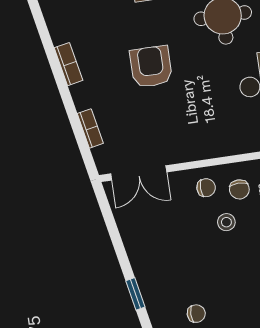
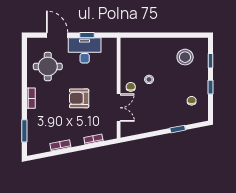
armchair: (151, 67) -> (79, 98), moved
double door: (139, 173) -> (119, 108), moved
chair: (239, 189) -> (134, 71), removed

